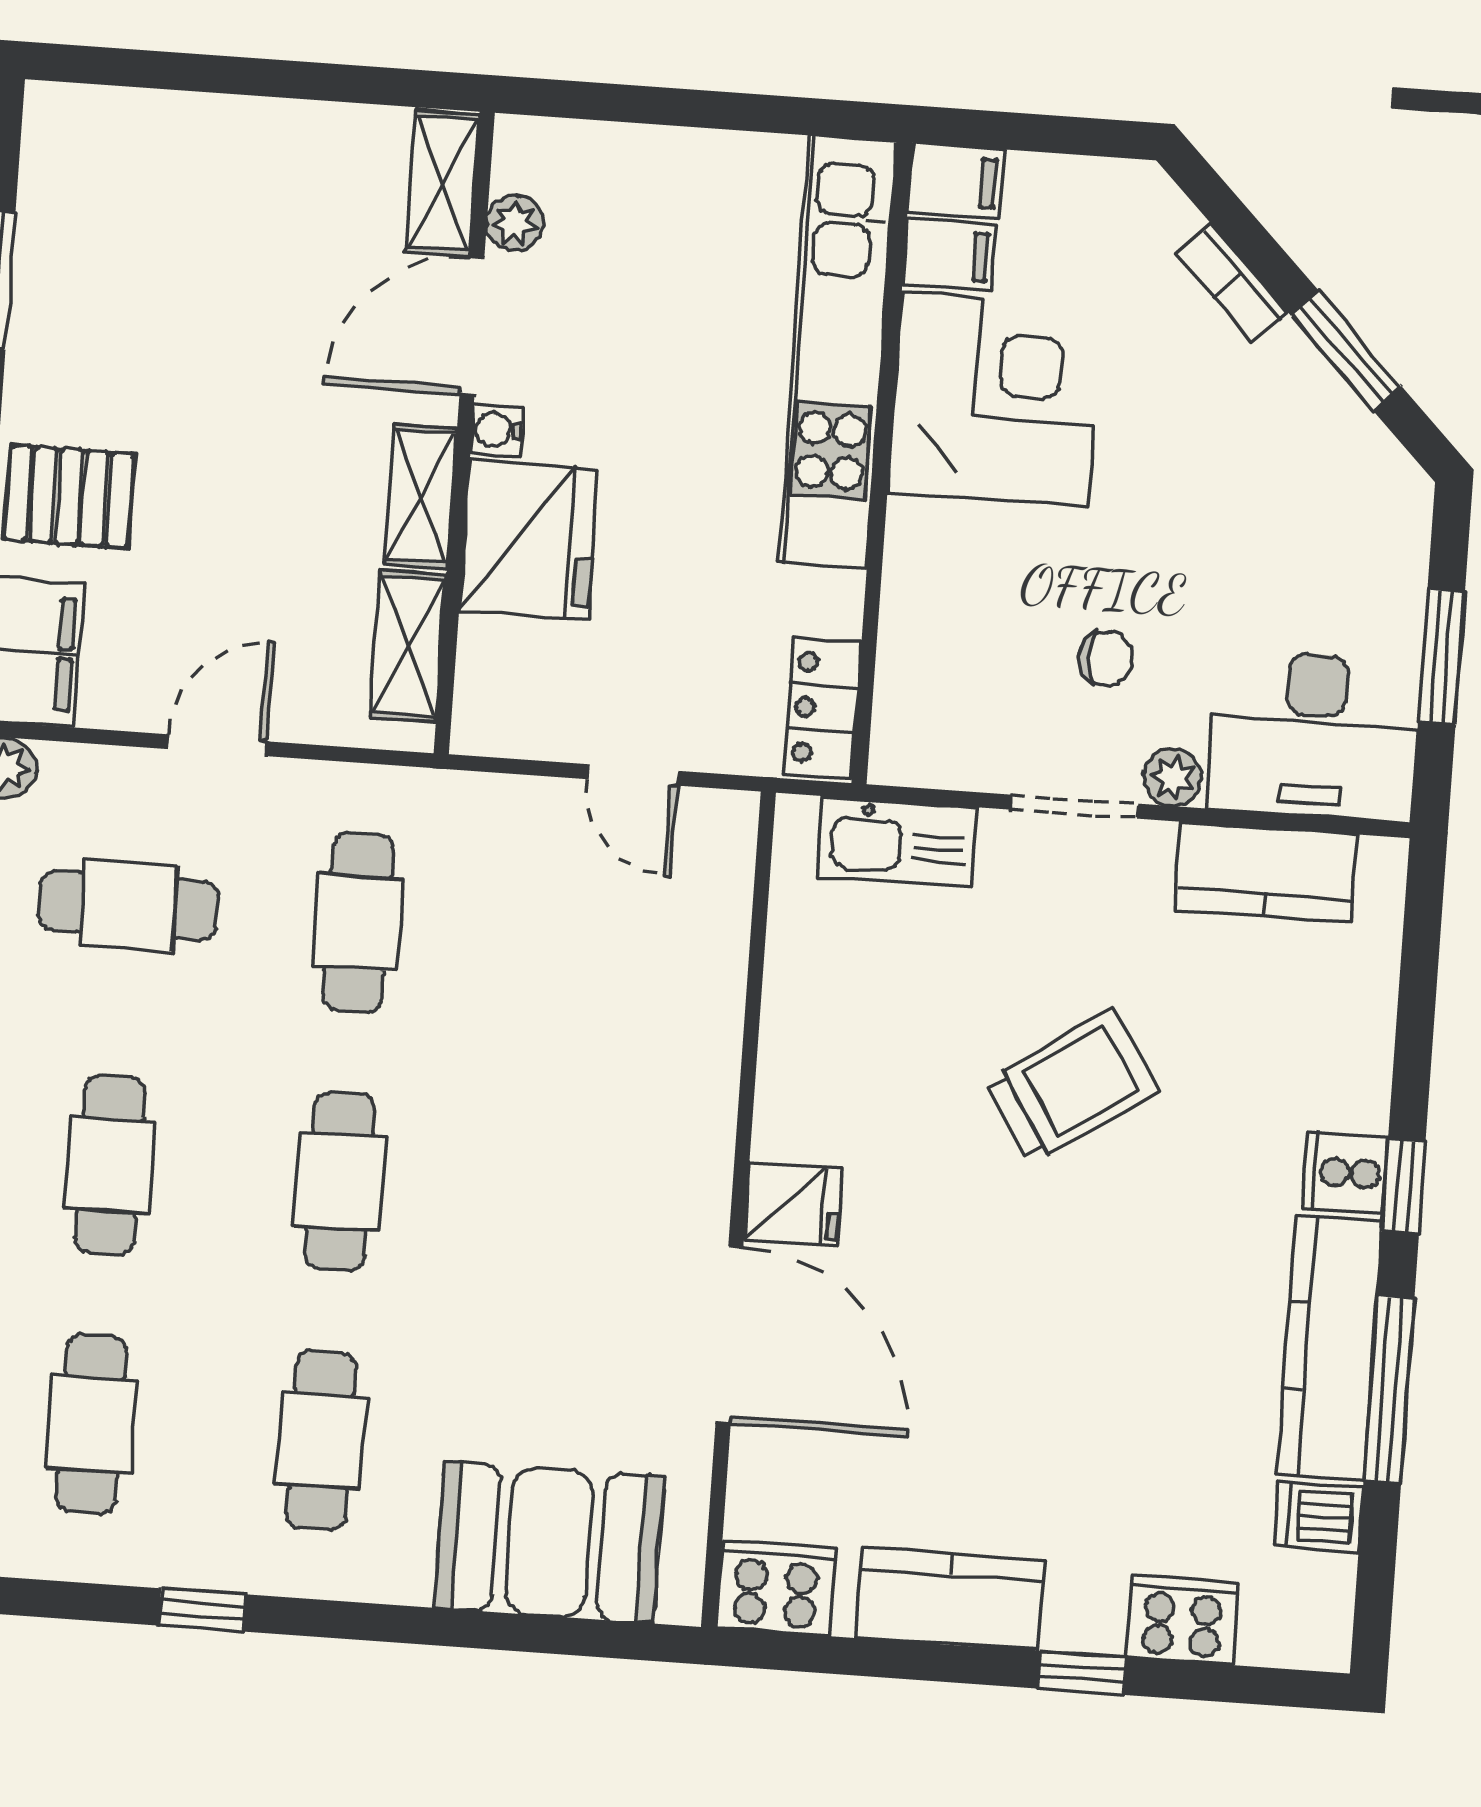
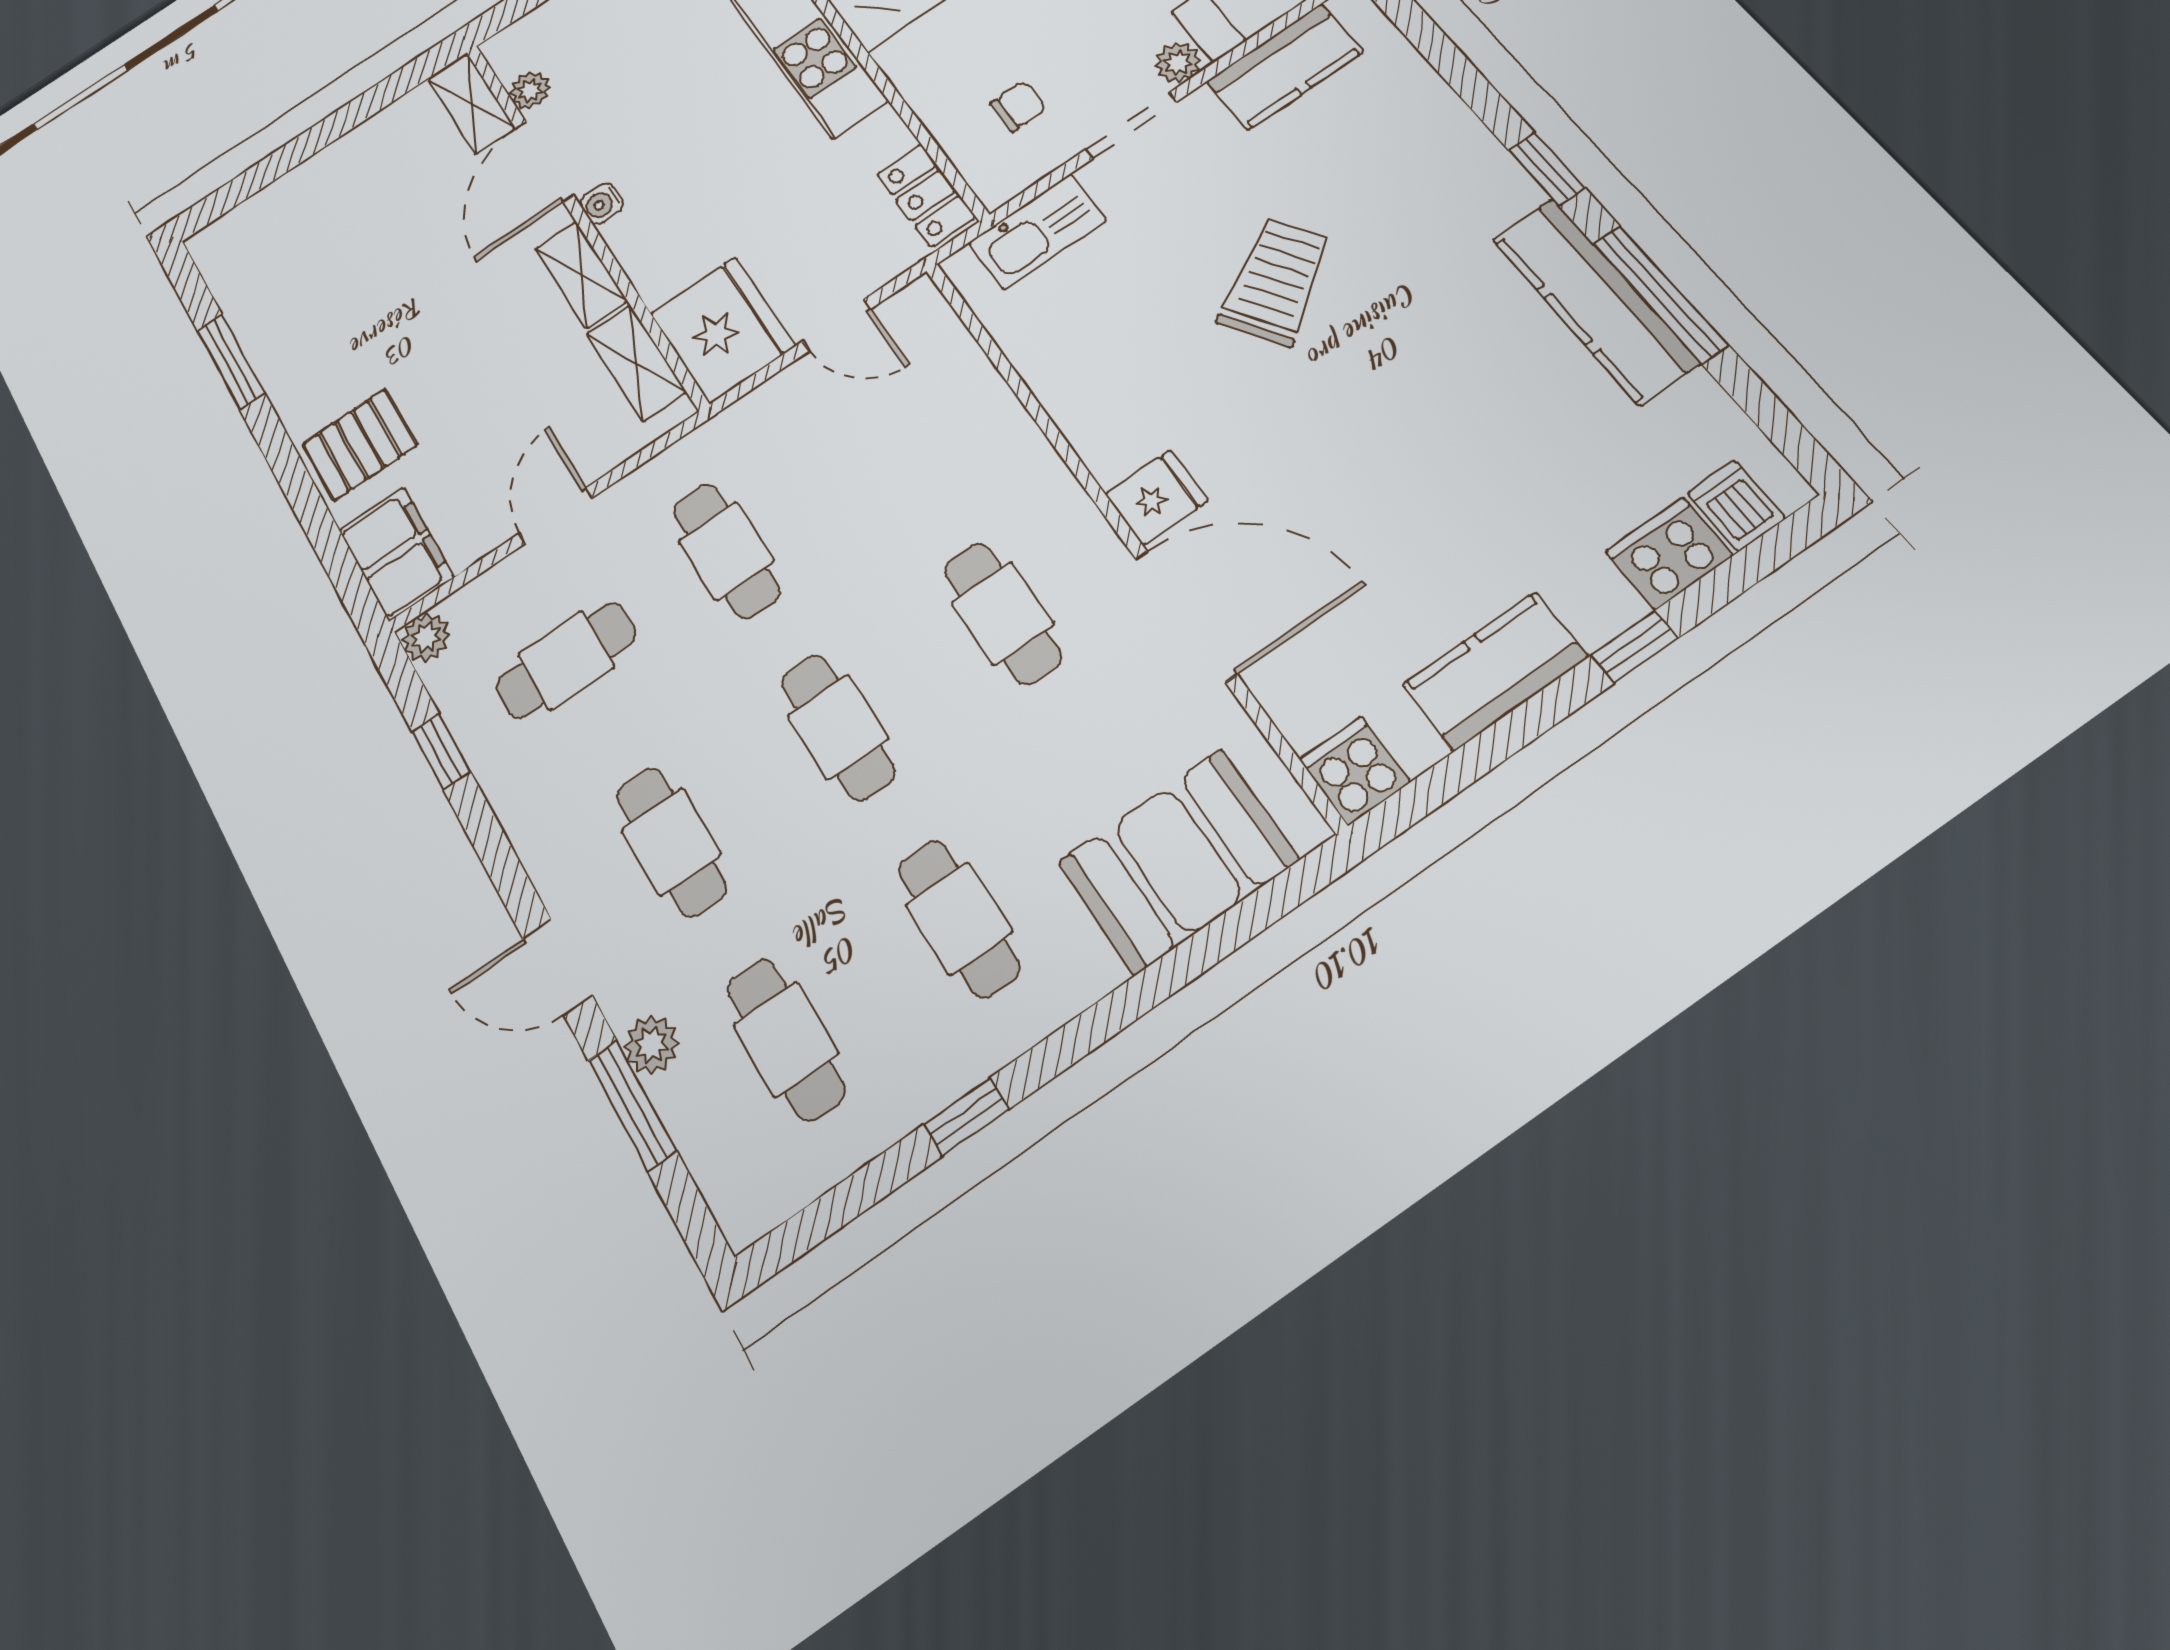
fridge: (529, 540) -> (723, 330), moved
chair: (1106, 658) -> (1018, 106), moved
cooker: (1345, 1173) -> (1501, 191), removed
cafe table: (569, 1198) -> (1003, 613), added
dishwasher: (1319, 1517) -> (1736, 506), moved, turned 90
cooker: (776, 1588) -> (1355, 771), width x0.73

